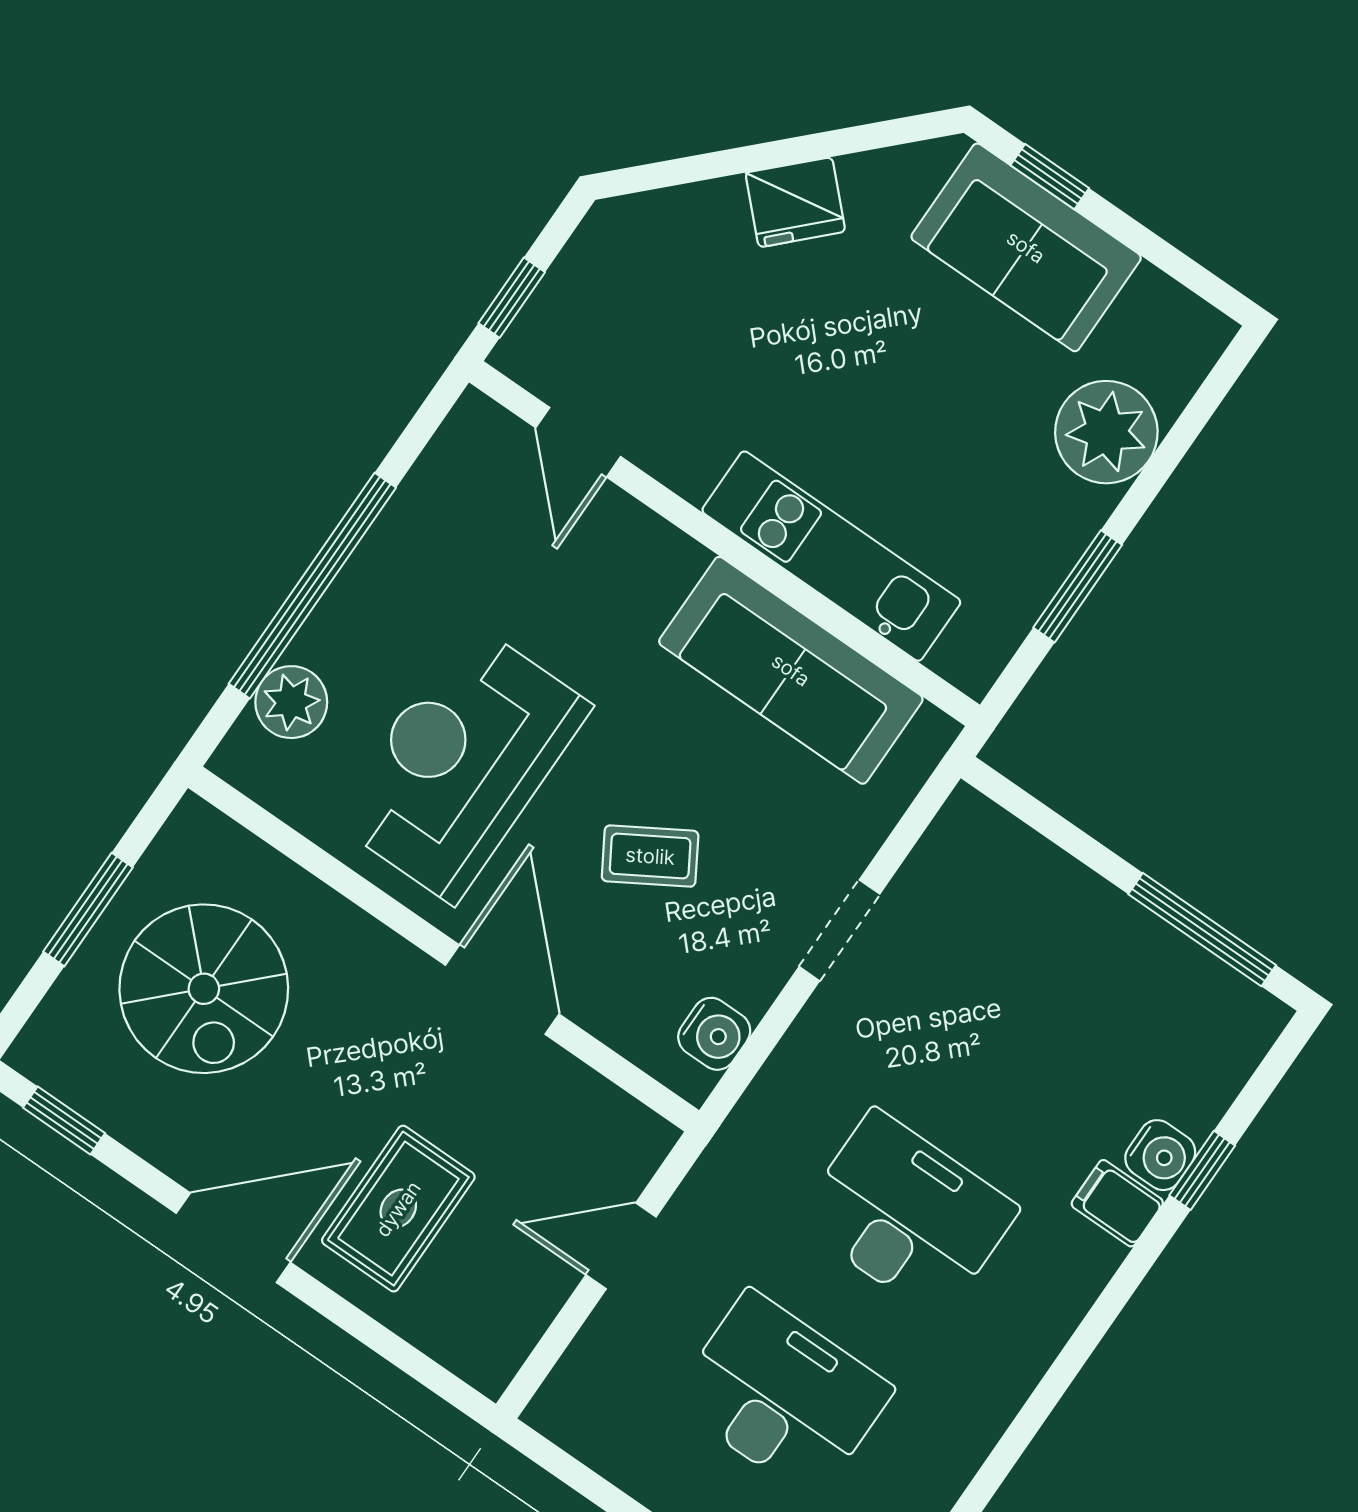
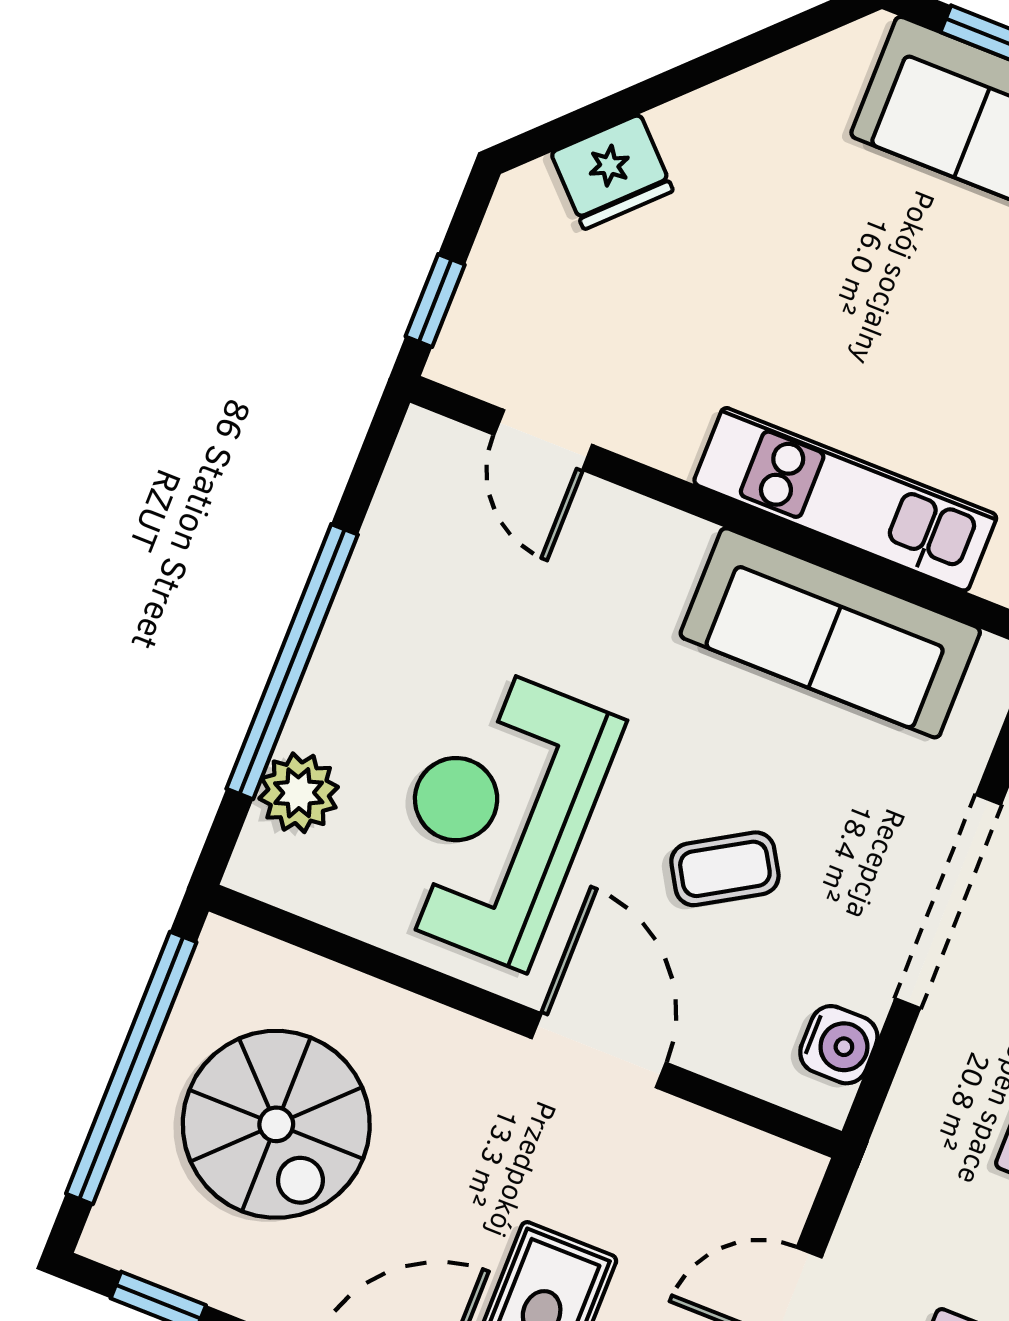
fridge: (795, 202) -> (612, 172), moved
window: (88, 910) -> (131, 1068), width x2.11
doorway: (839, 930) -> (948, 902), width x1.88

